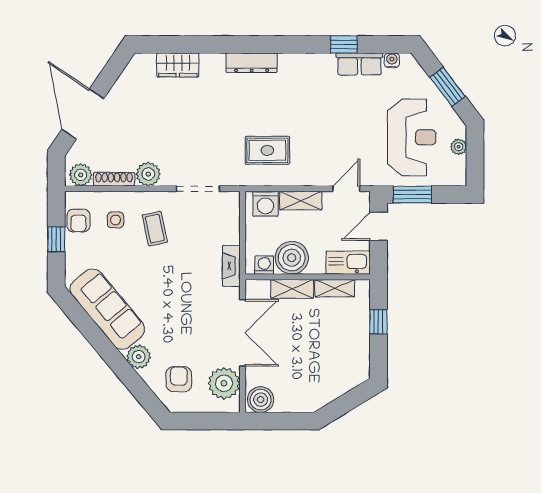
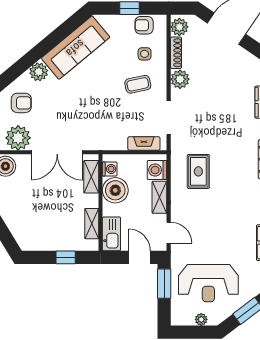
fireplace: (231, 266) -> (144, 143), moved
shelving: (292, 289) -> (91, 177), moved

